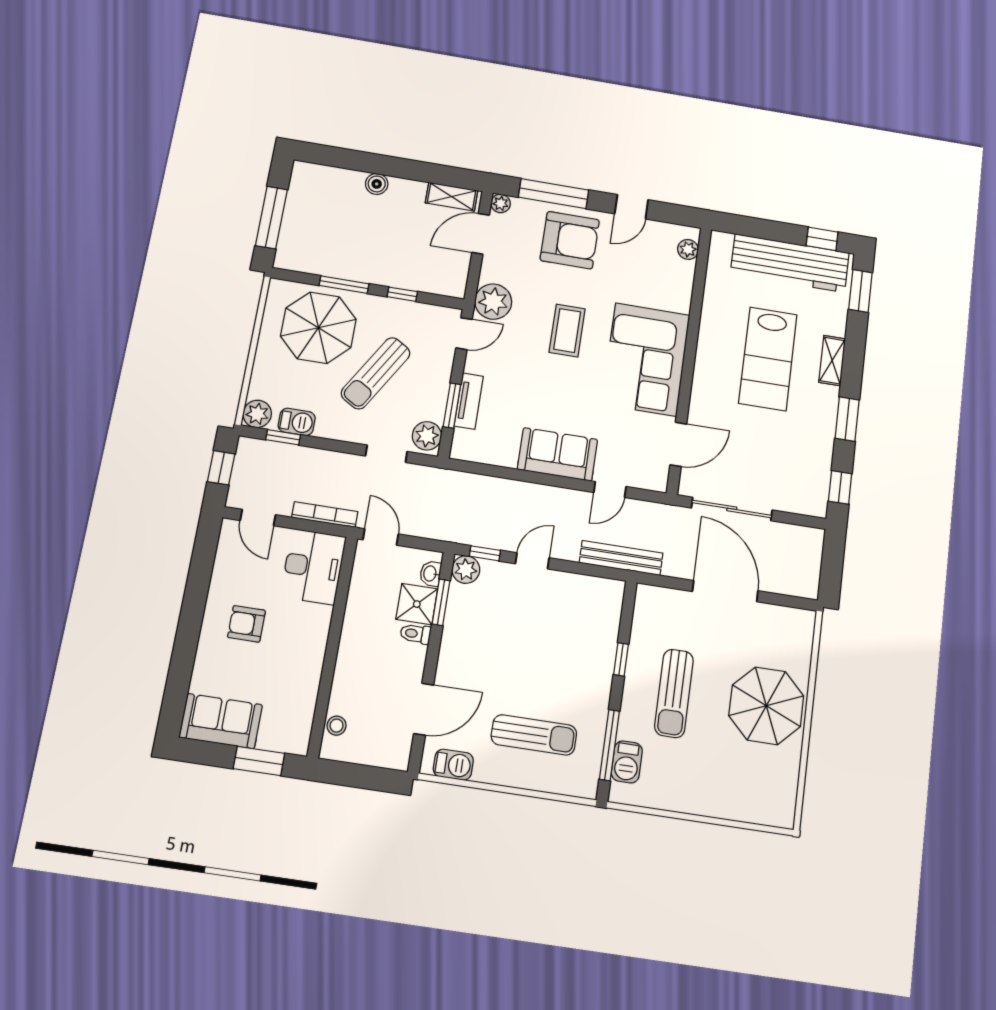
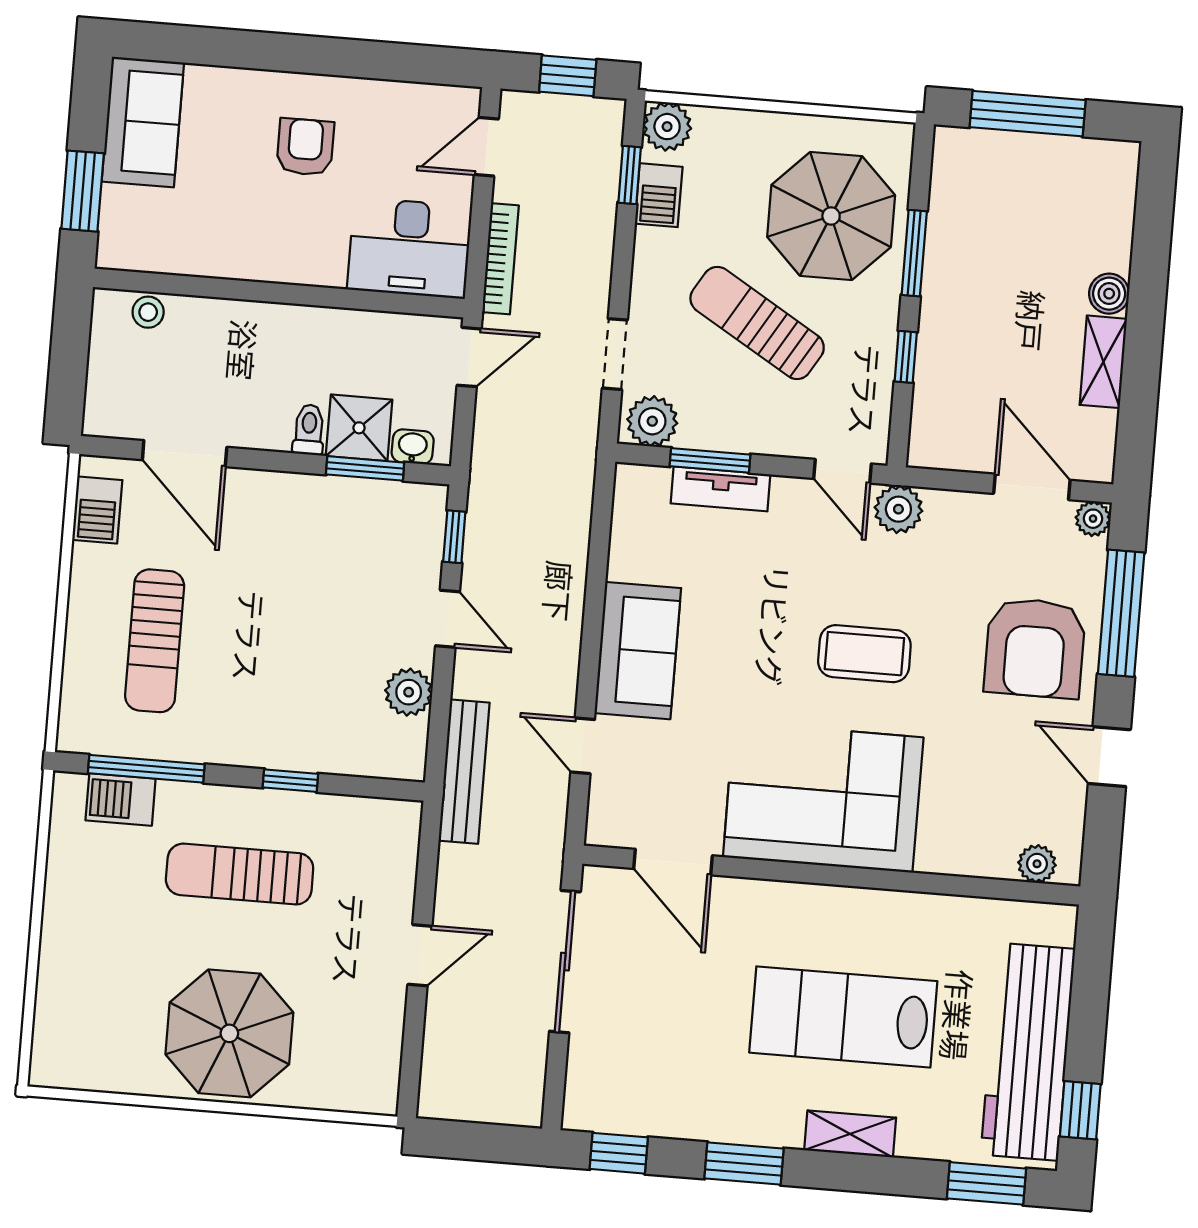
shelving: (452, 197) -> (1103, 362), moved
plant: (493, 302) -> (898, 509), width x0.73, depth x0.73
plant: (466, 570) -> (409, 692), moved
door: (725, 591) -> (420, 955), width x0.53

